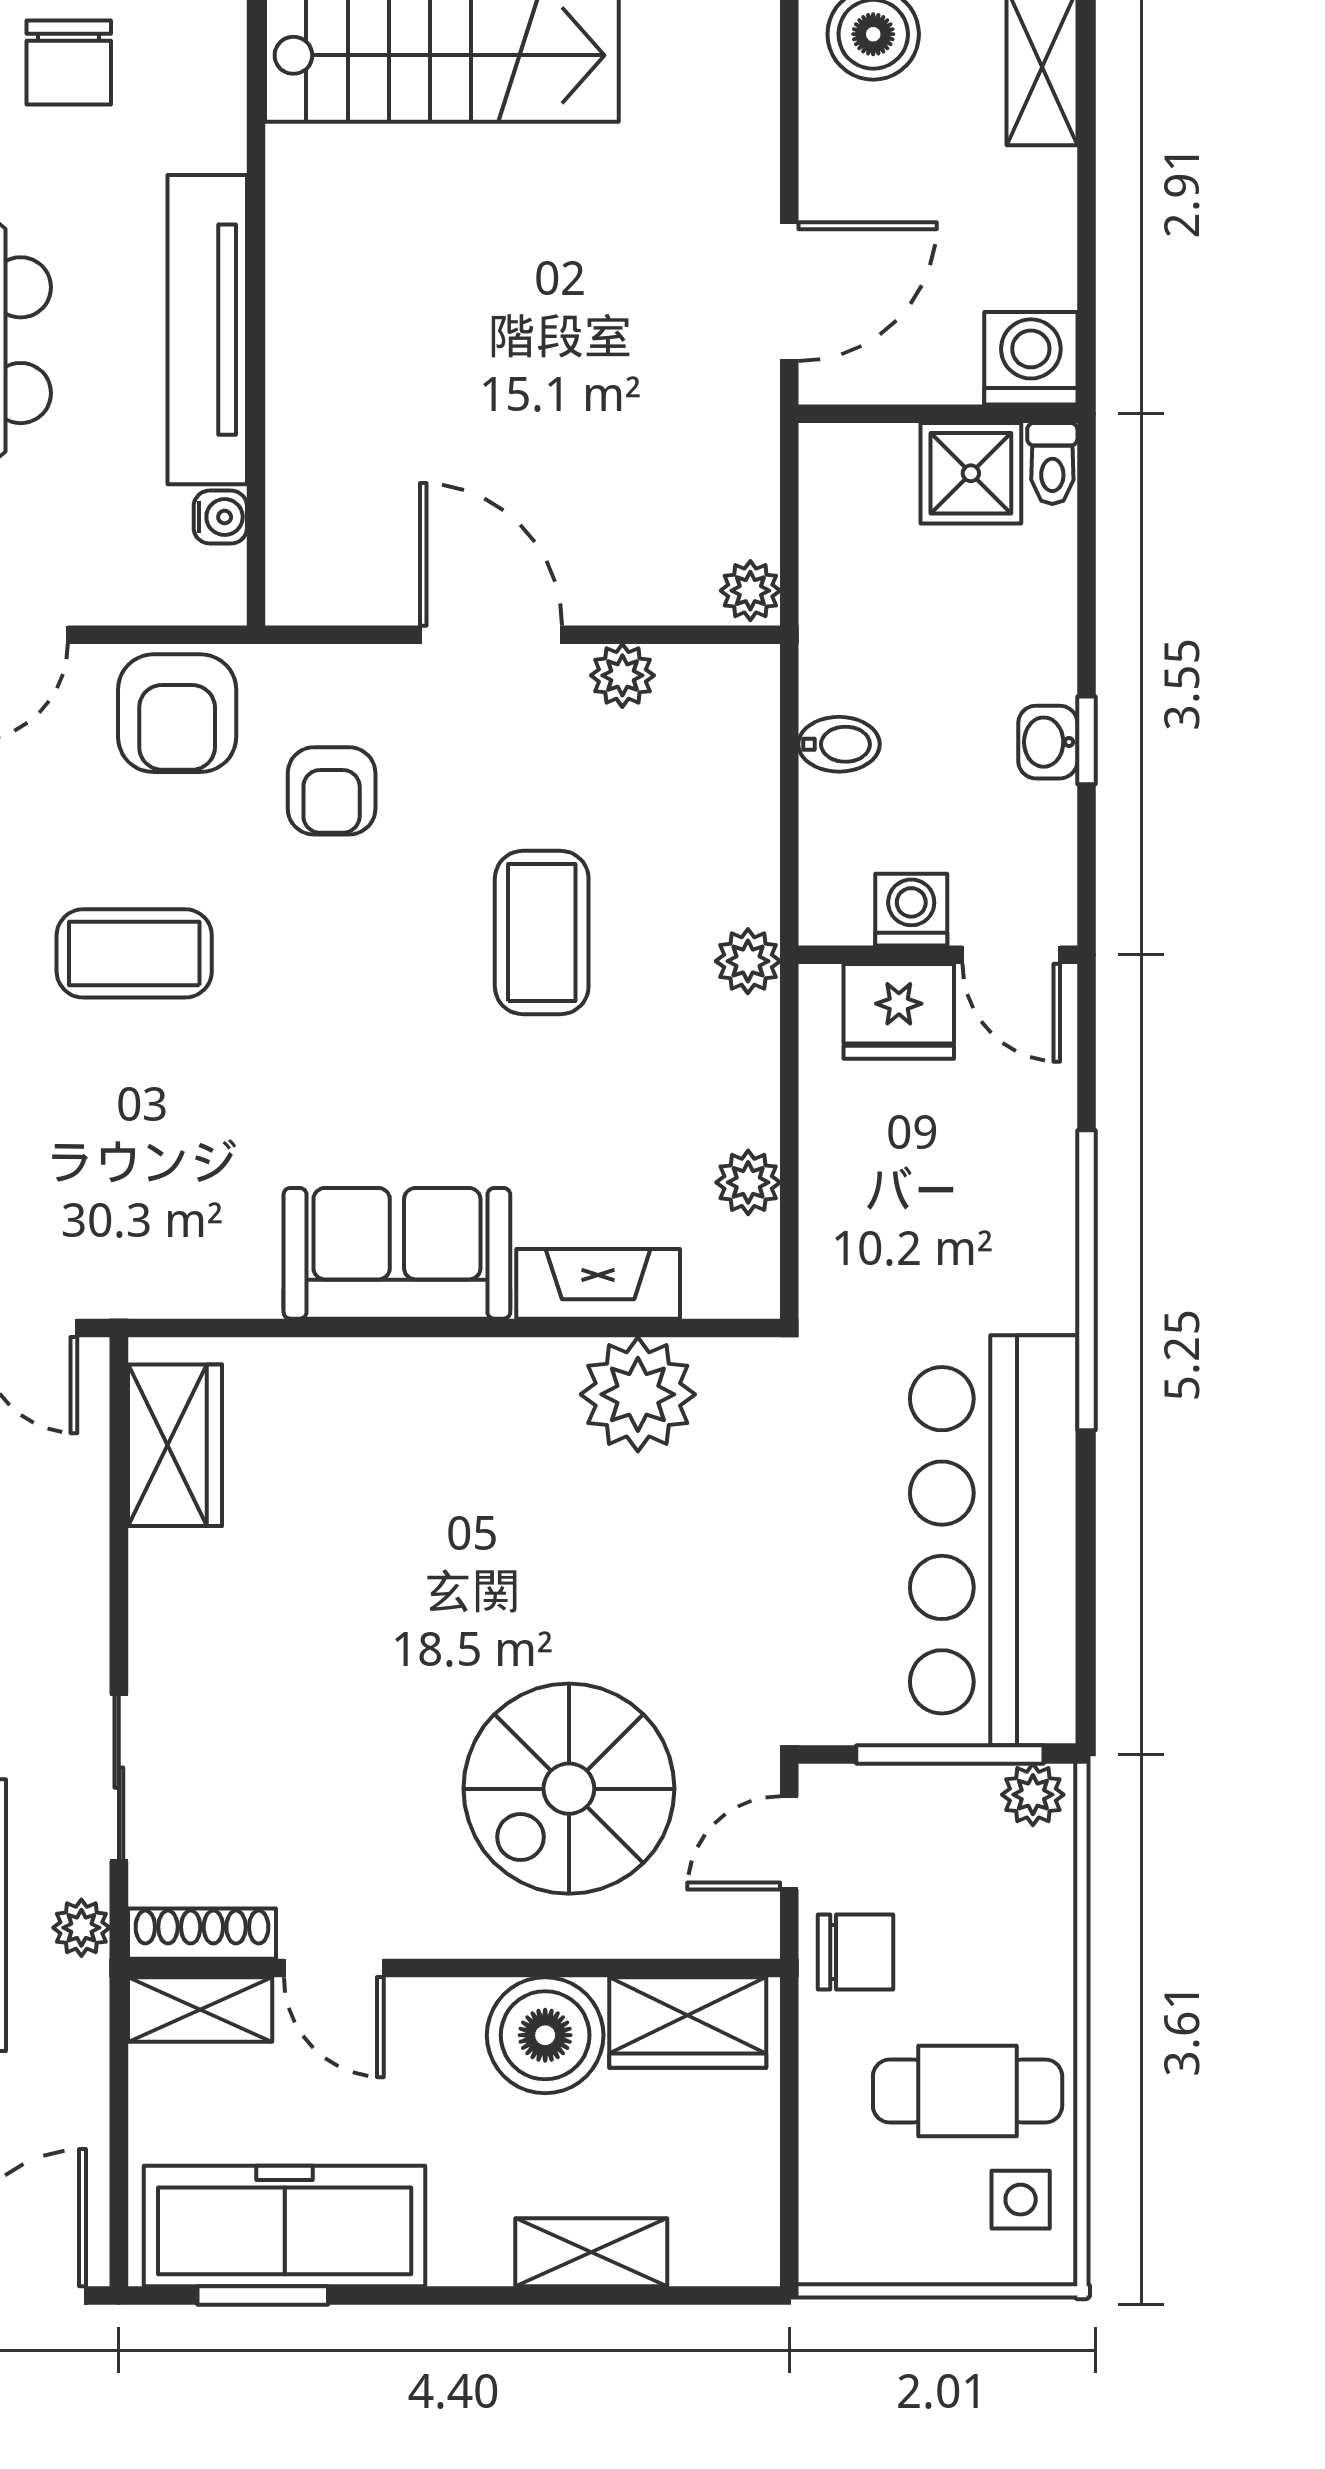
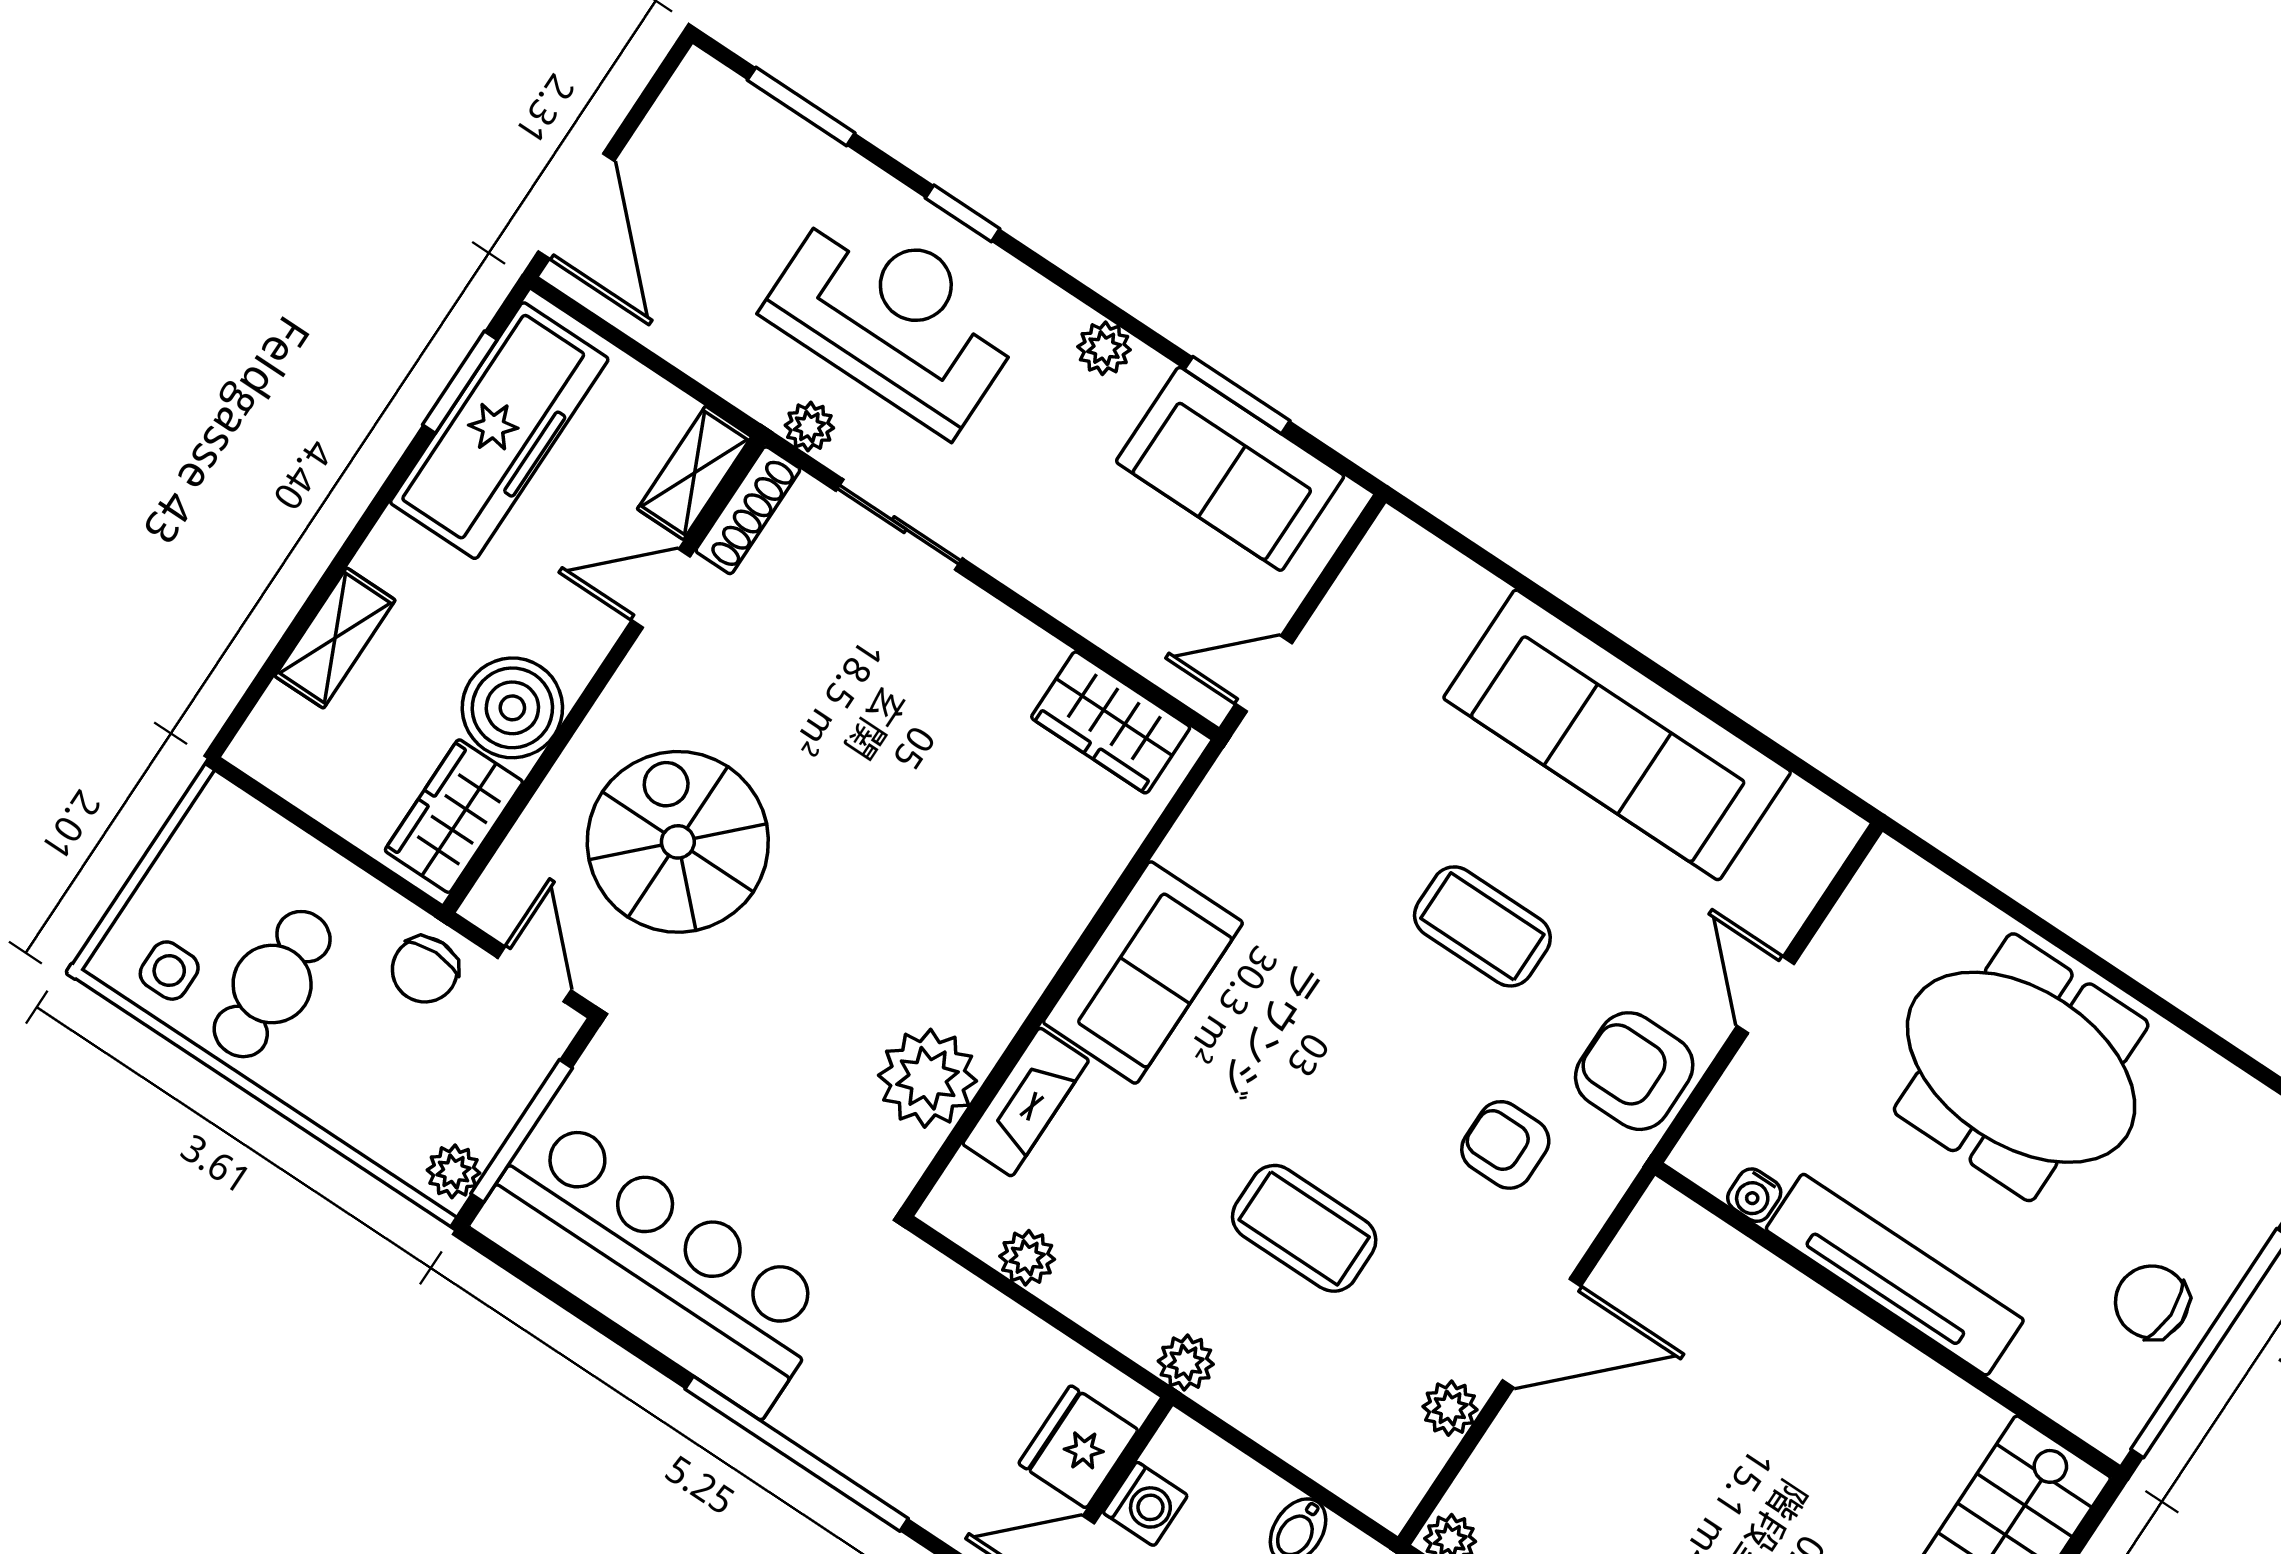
coffee table: (134, 953) -> (1482, 926), turned 90

